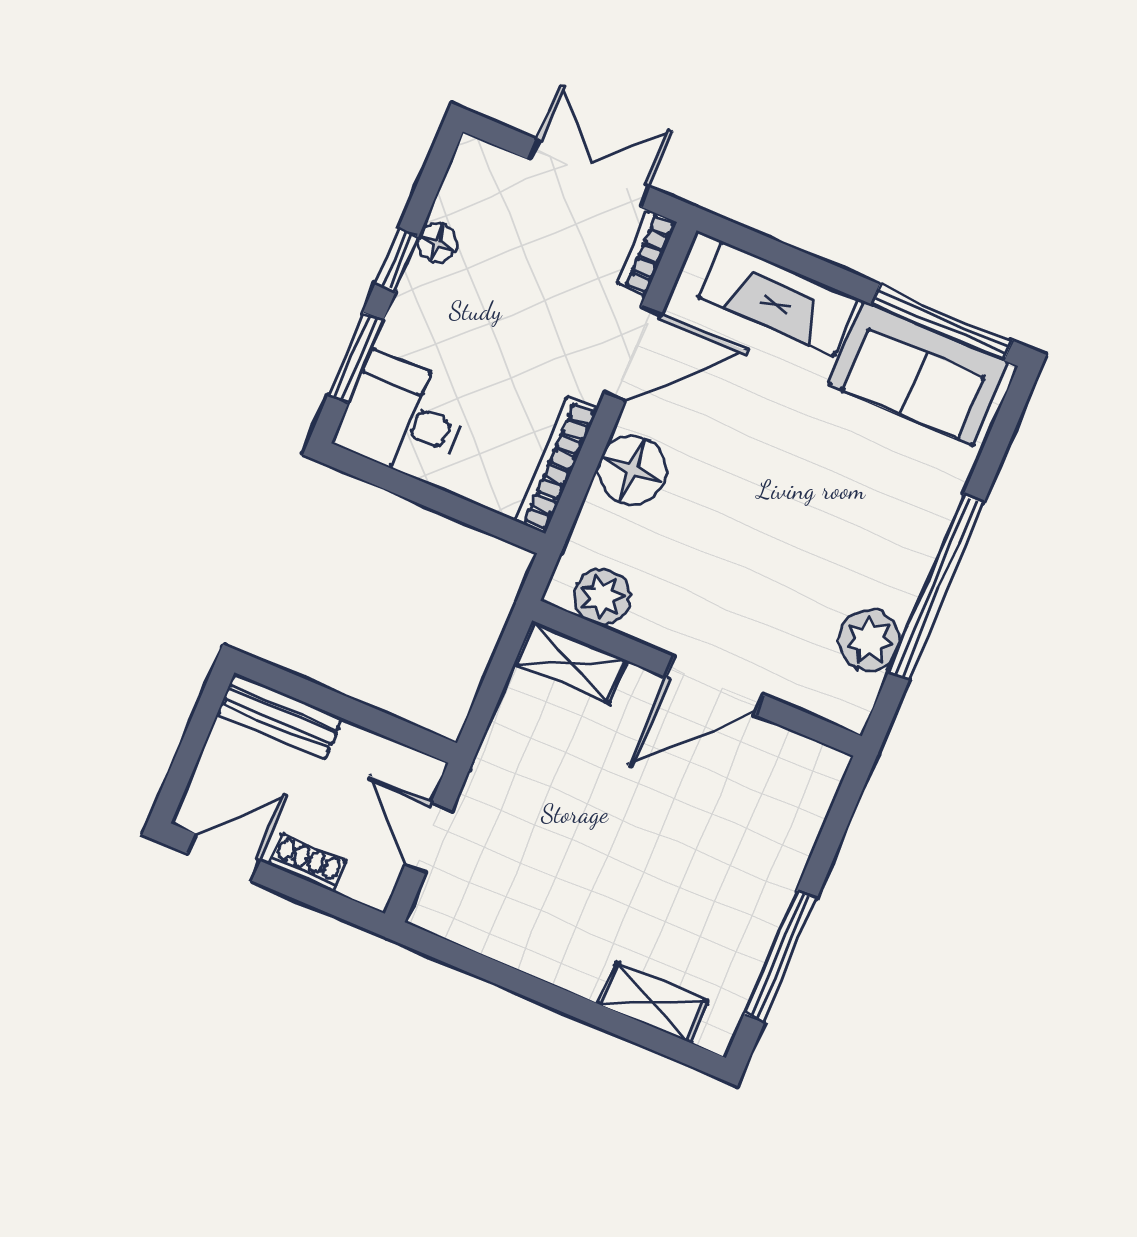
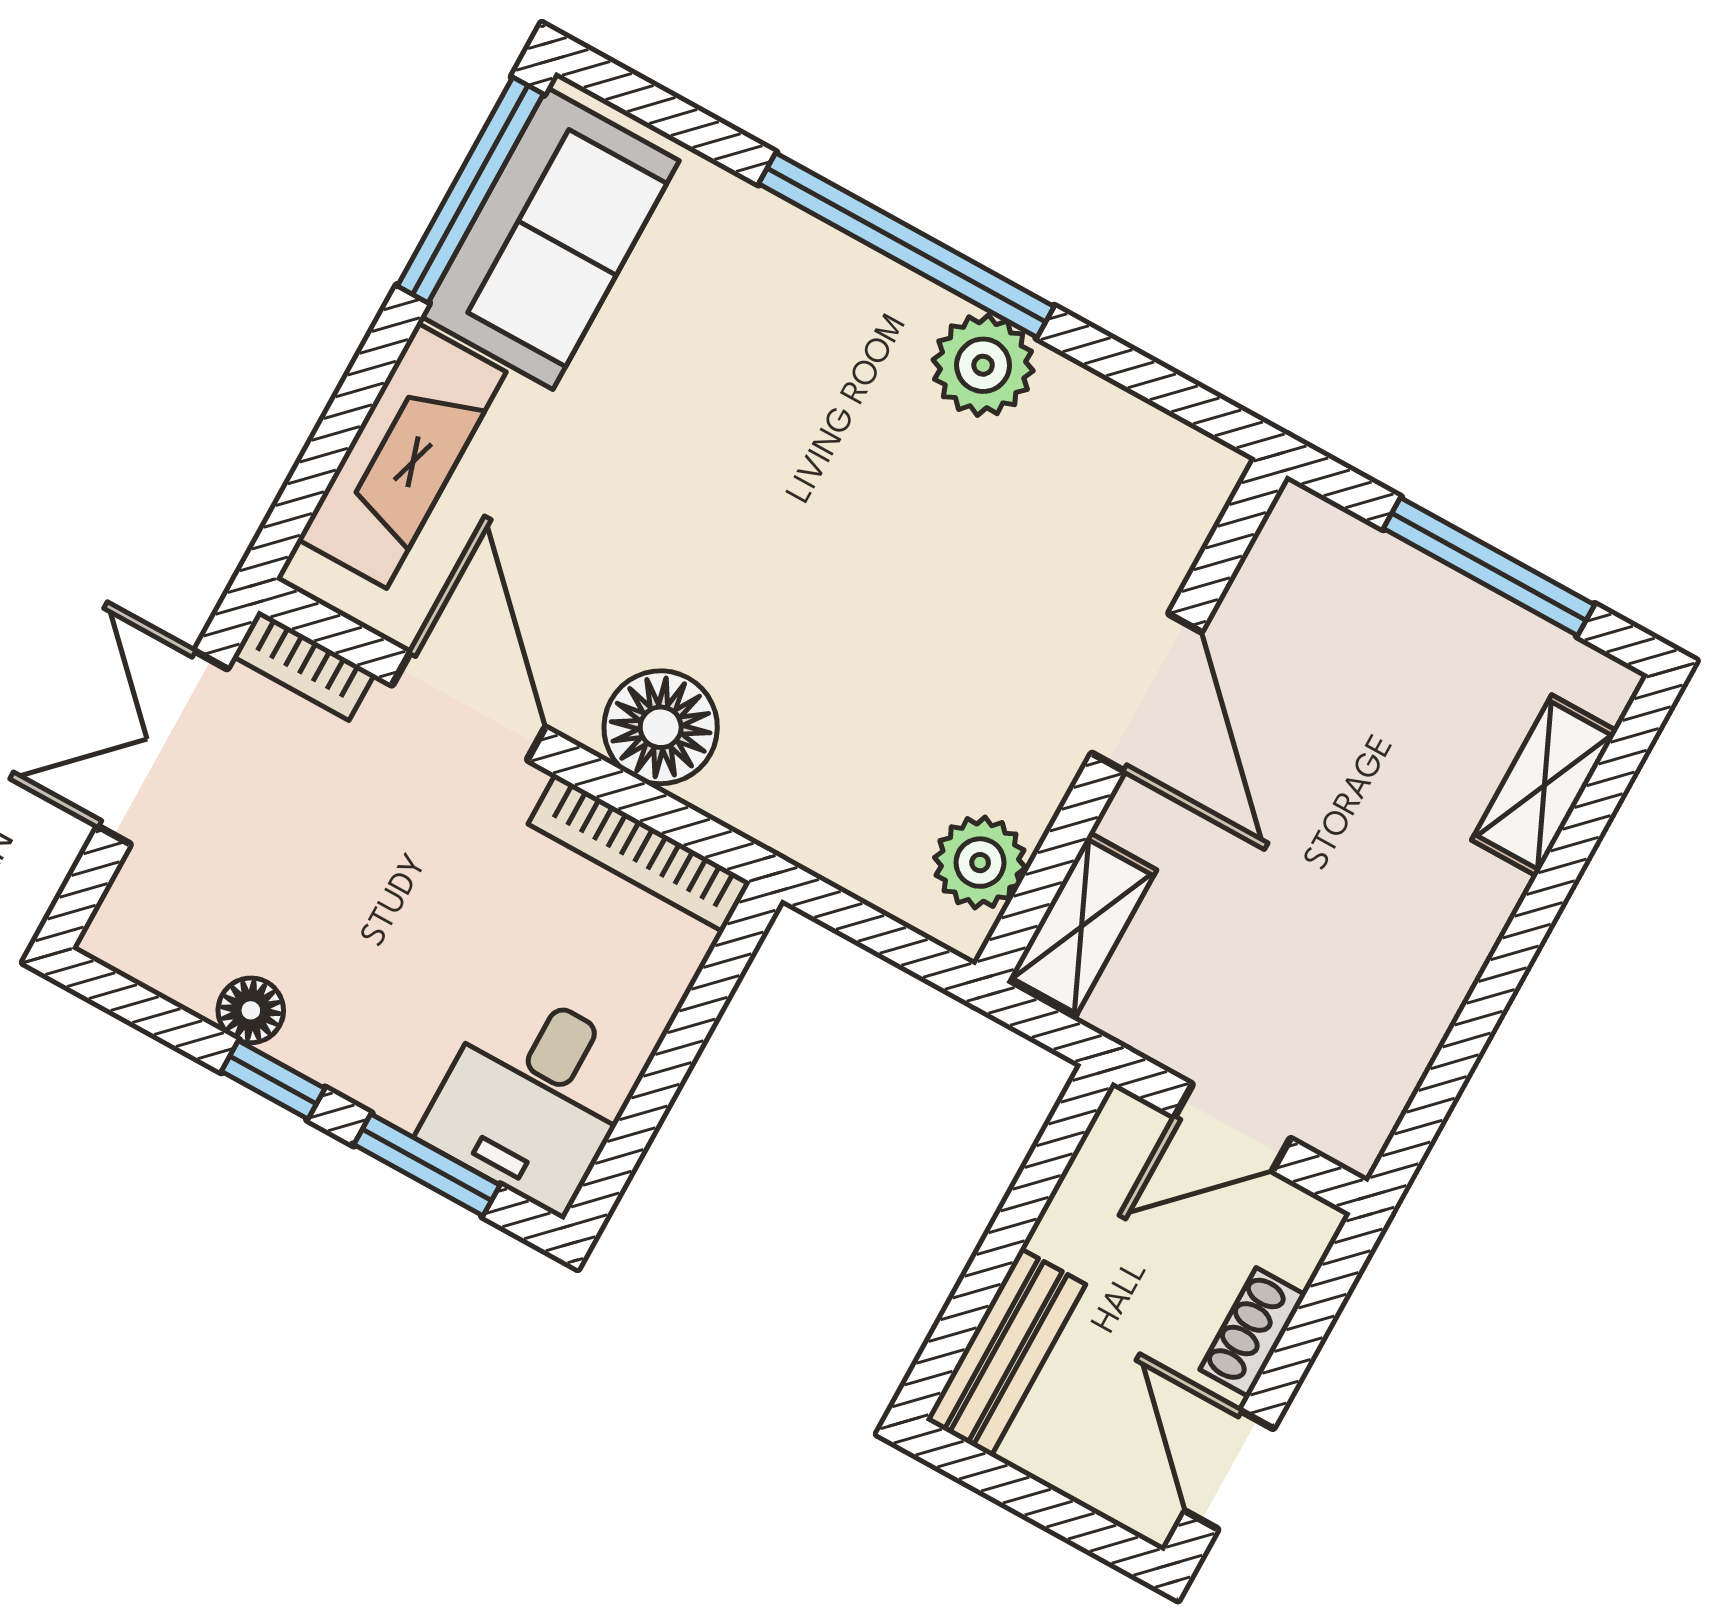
plant: (602, 597) -> (980, 863), moved
shelving: (571, 662) -> (1082, 926), moved
wall: (697, 678) -> (1131, 720), moved
door: (715, 686) -> (1146, 693), moved

